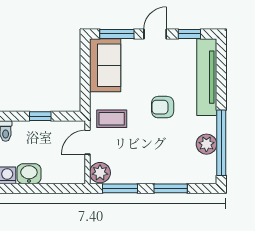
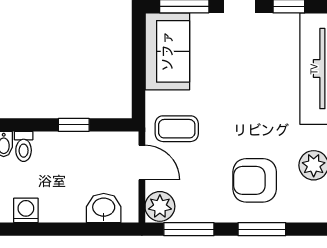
armchair: (163, 107) -> (255, 180), moved, width x1.38, depth x1.38
door: (87, 142) -> (142, 163), swing flipped
washbasin: (29, 174) -> (104, 208), moved

